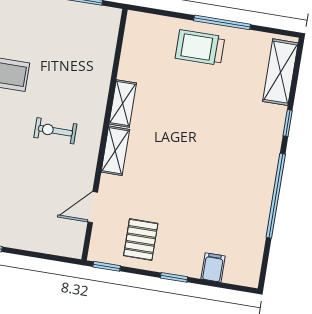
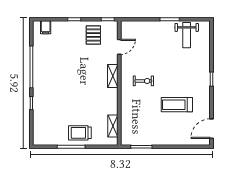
trolley: (200, 48) -> (80, 133), turned 180
shelving: (280, 72) -> (39, 127), removed
shelving: (123, 103) -> (113, 126), moved
filing cabinet: (213, 267) -> (46, 27), moved

